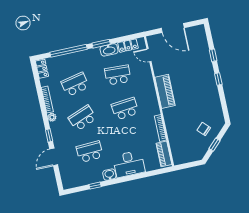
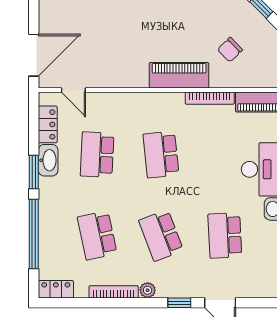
door: (173, 28) -> (34, 55), moved
door: (149, 55) -> (73, 90), hinge flipped
piano: (165, 91) -> (179, 75), moved
chair: (204, 129) -> (230, 50), moved

